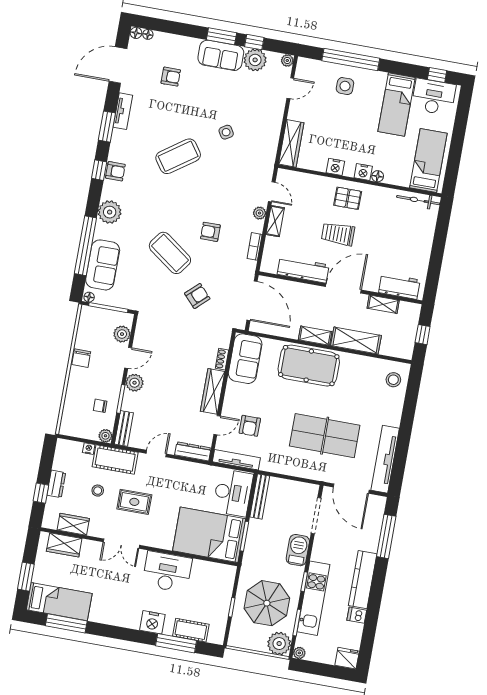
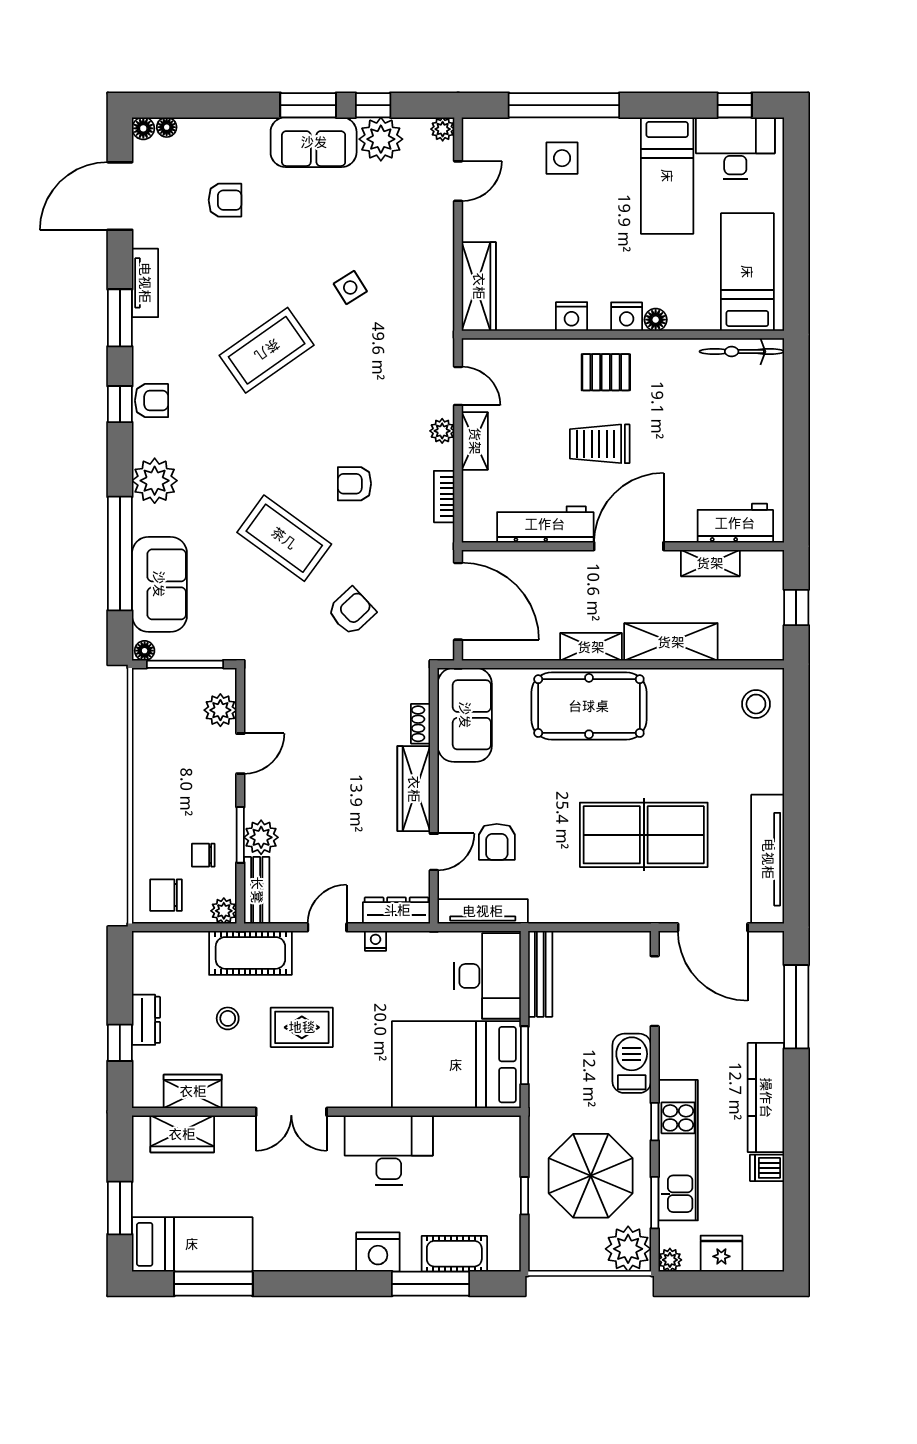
chair: (81, 358) -> (166, 895), moved, turned 90
plant: (135, 383) -> (261, 837), moved
nightstand: (89, 449) -> (376, 941), moved
fridge: (347, 658) -> (721, 1254), moved

